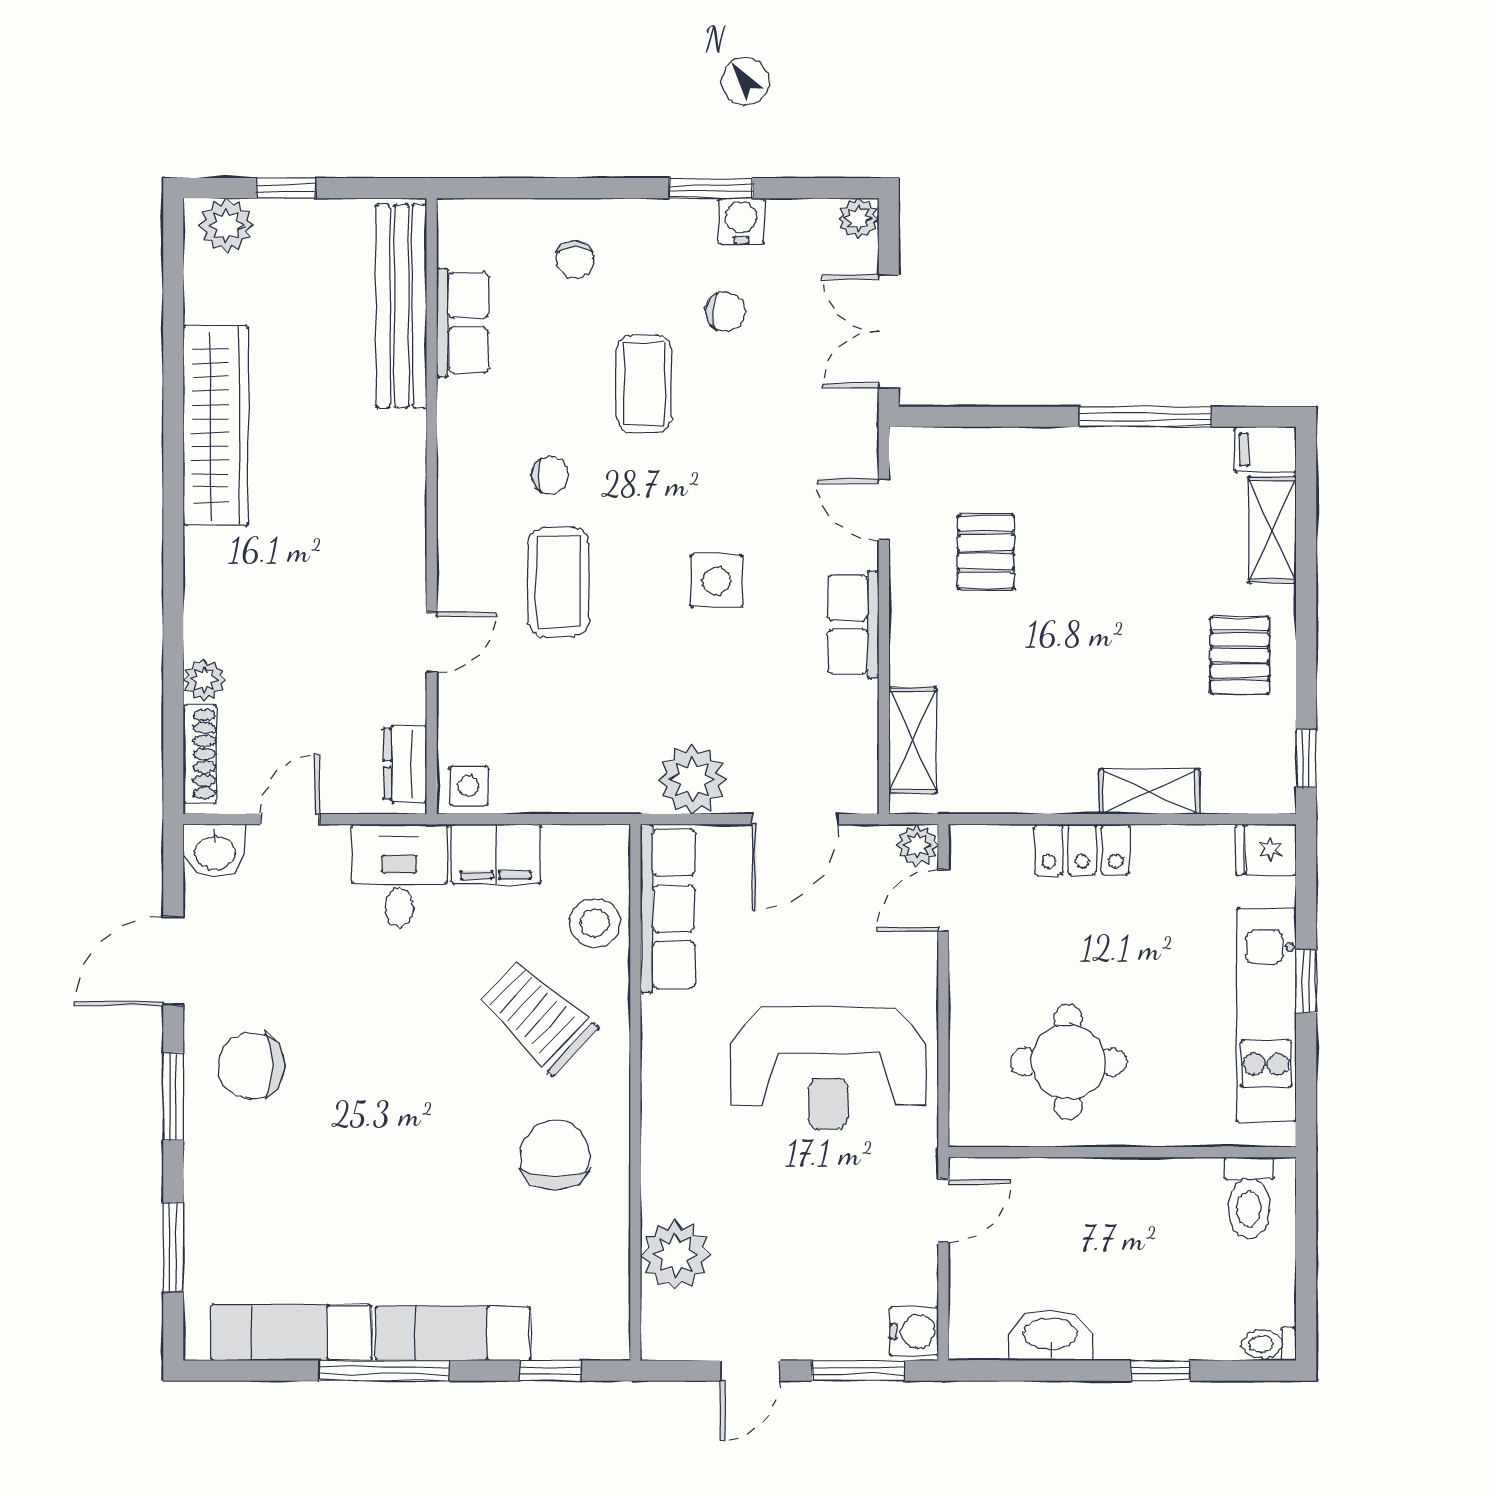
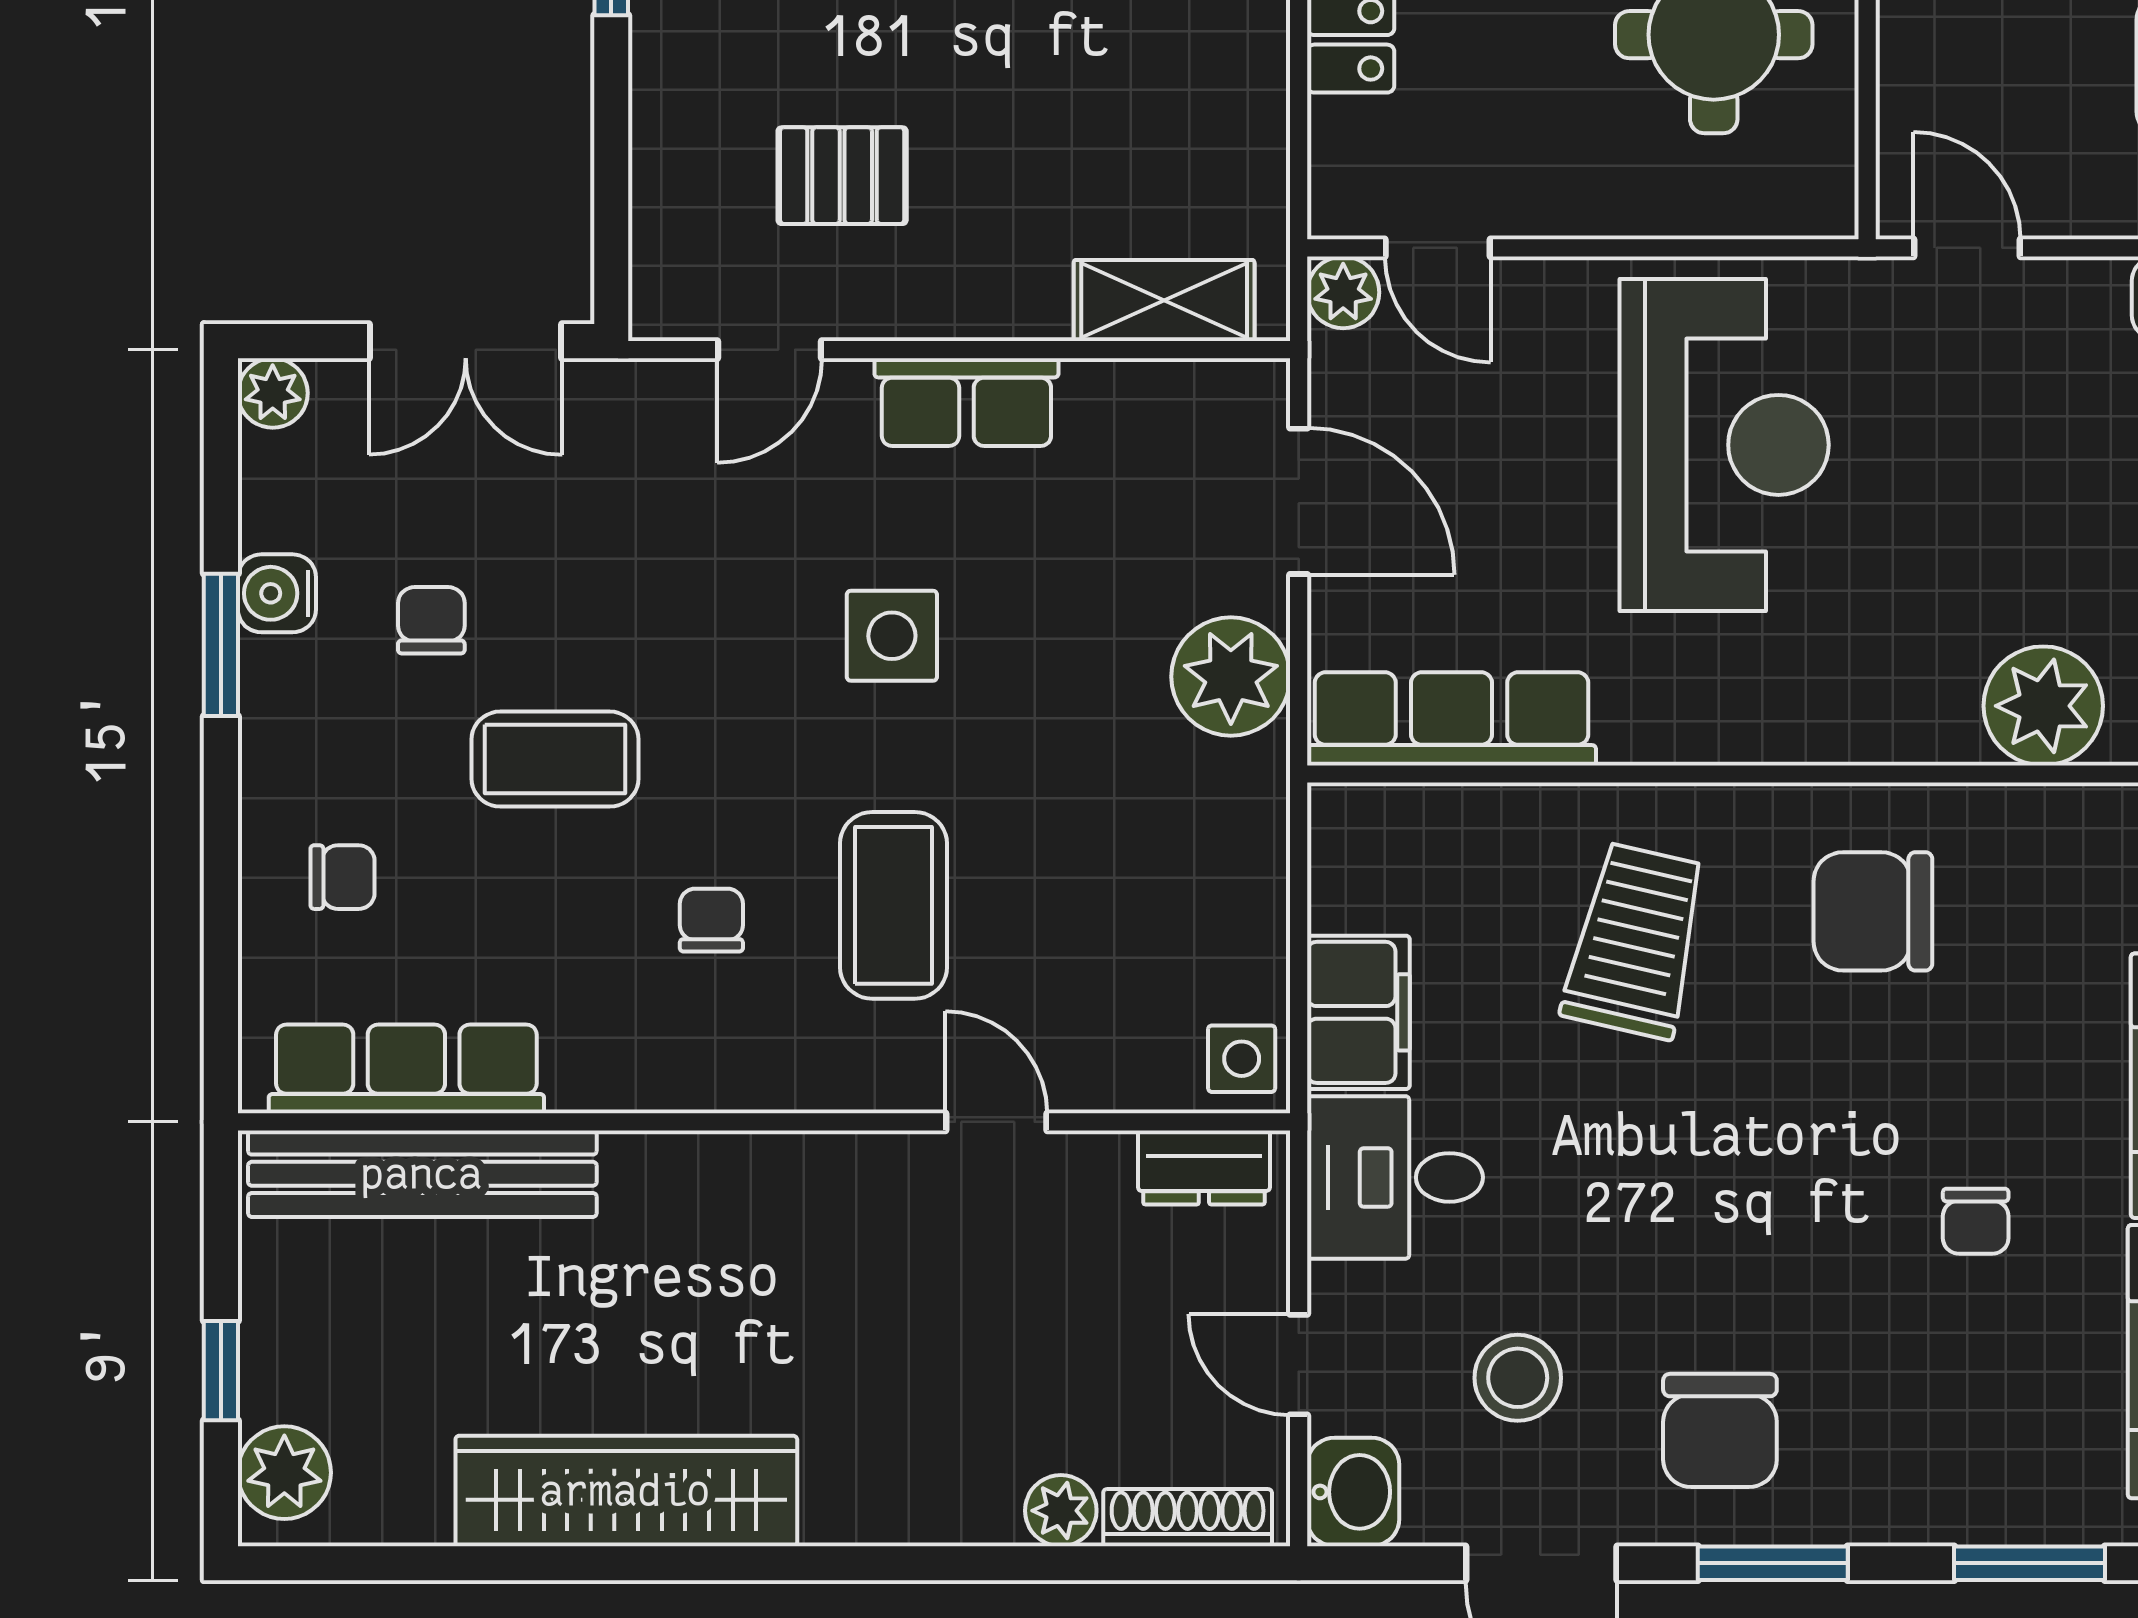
row of seats: (463, 323) -> (406, 1069), width x1.48
coffee table: (558, 582) -> (893, 905), turned 90
stool: (595, 923) -> (1518, 1378), moved
trolley: (538, 1016) -> (1635, 941), turned 150
chair: (374, 1216) -> (1976, 1221), added

